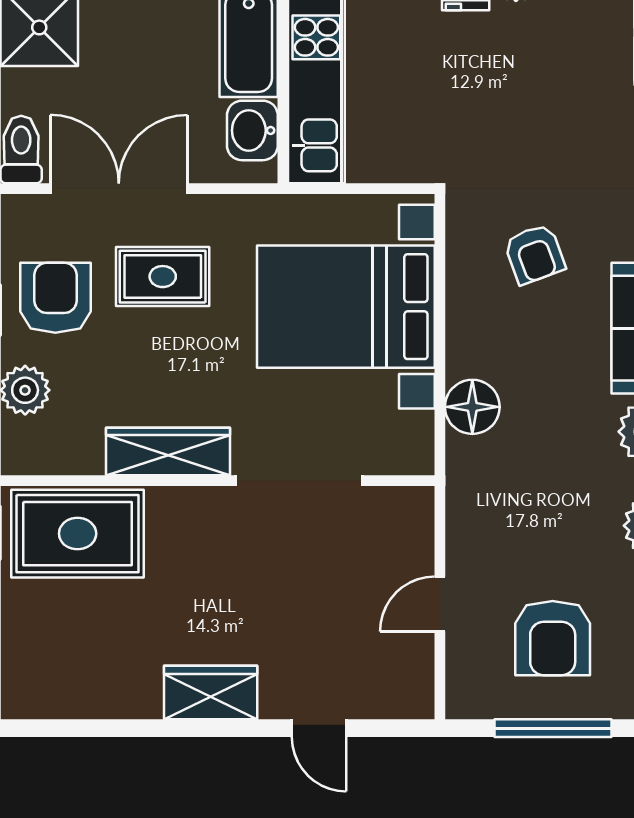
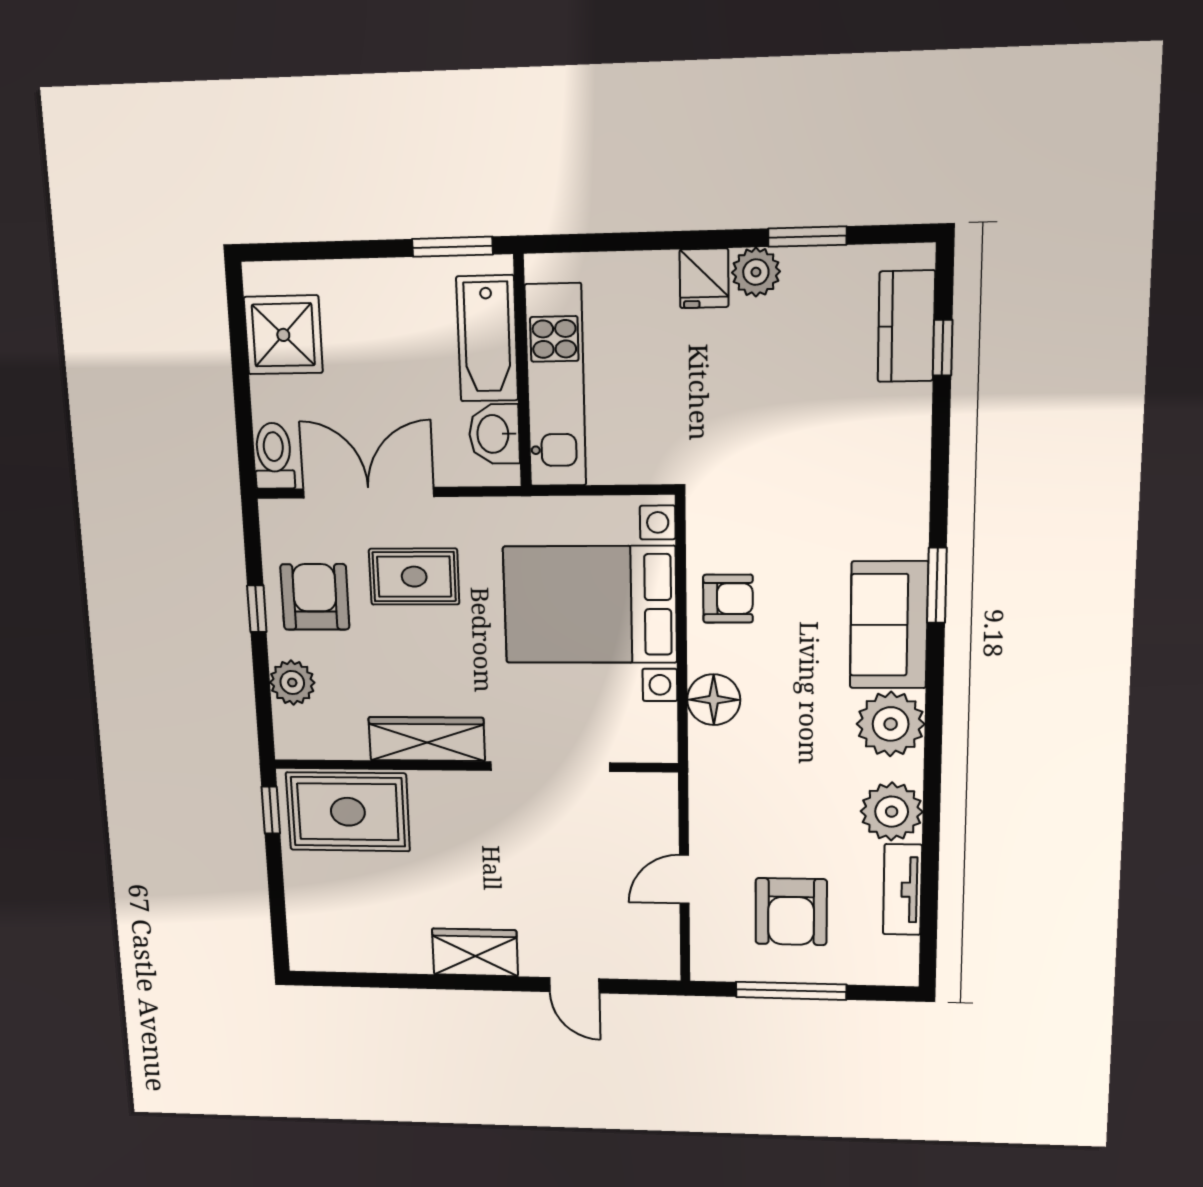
armchair: (534, 254) -> (728, 599), moved, turned -70

